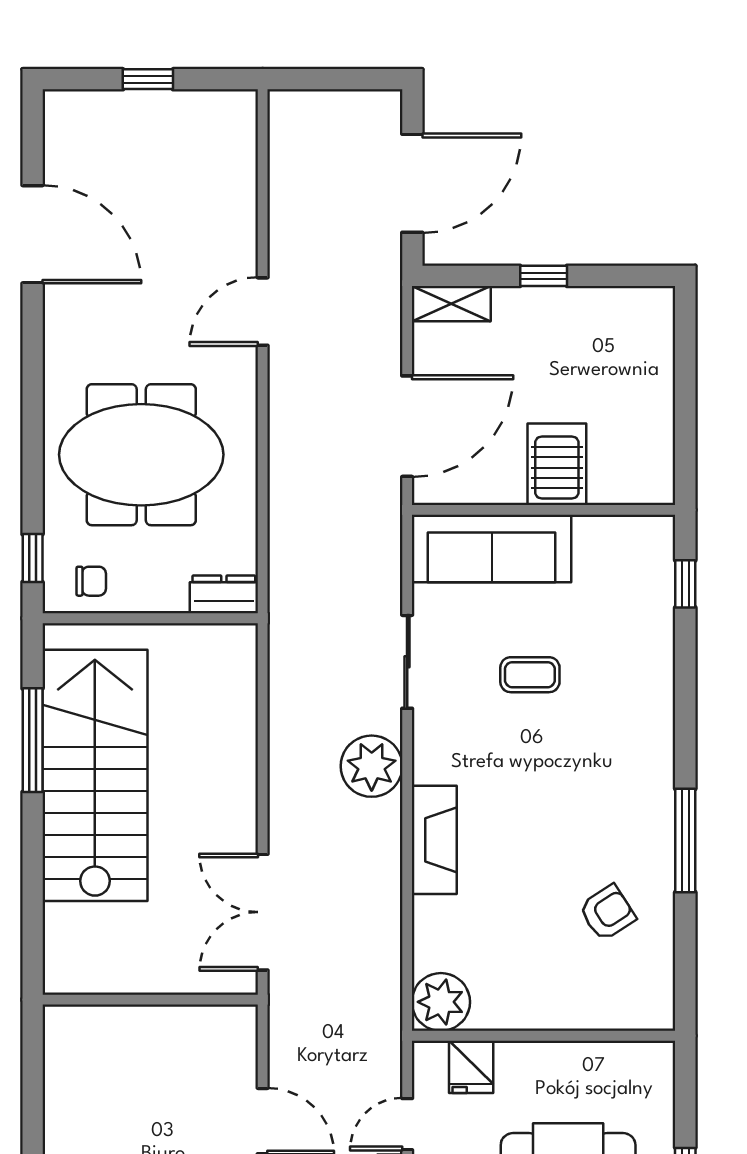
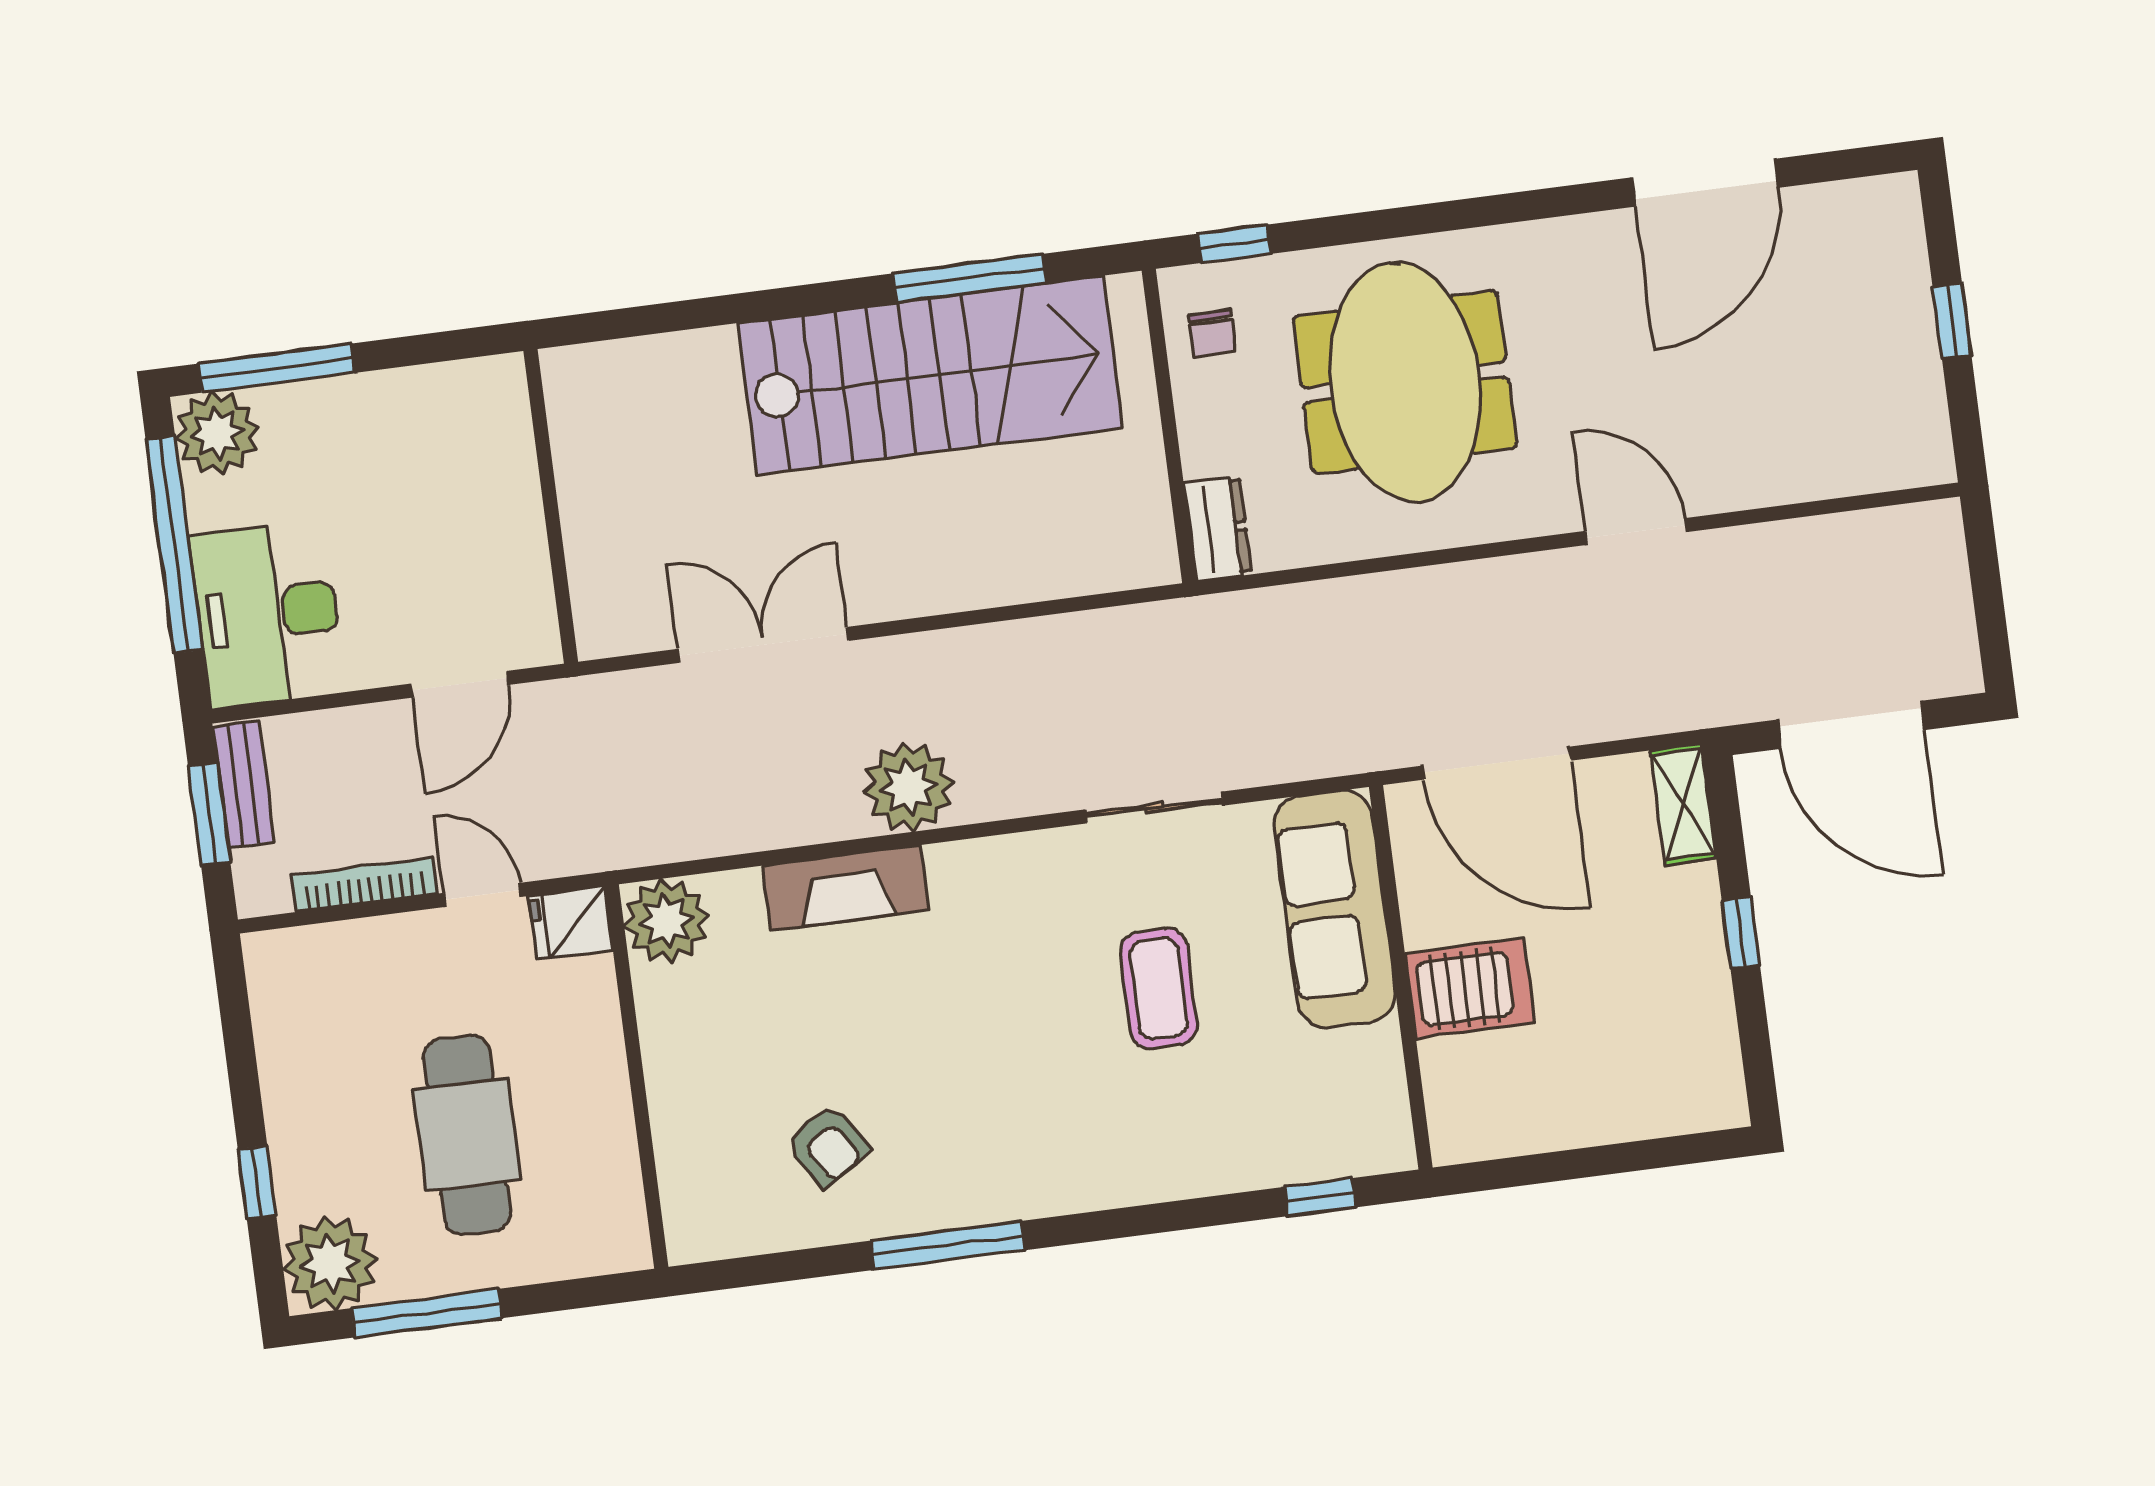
coffee table: (530, 675) -> (1159, 988), width x1.36, depth x1.30
plant: (372, 766) -> (908, 787), moved
fireplace: (434, 840) -> (846, 888), moved
wall: (150, 1000) -> (551, 506), moved
fridge: (471, 1067) -> (571, 923), moved

